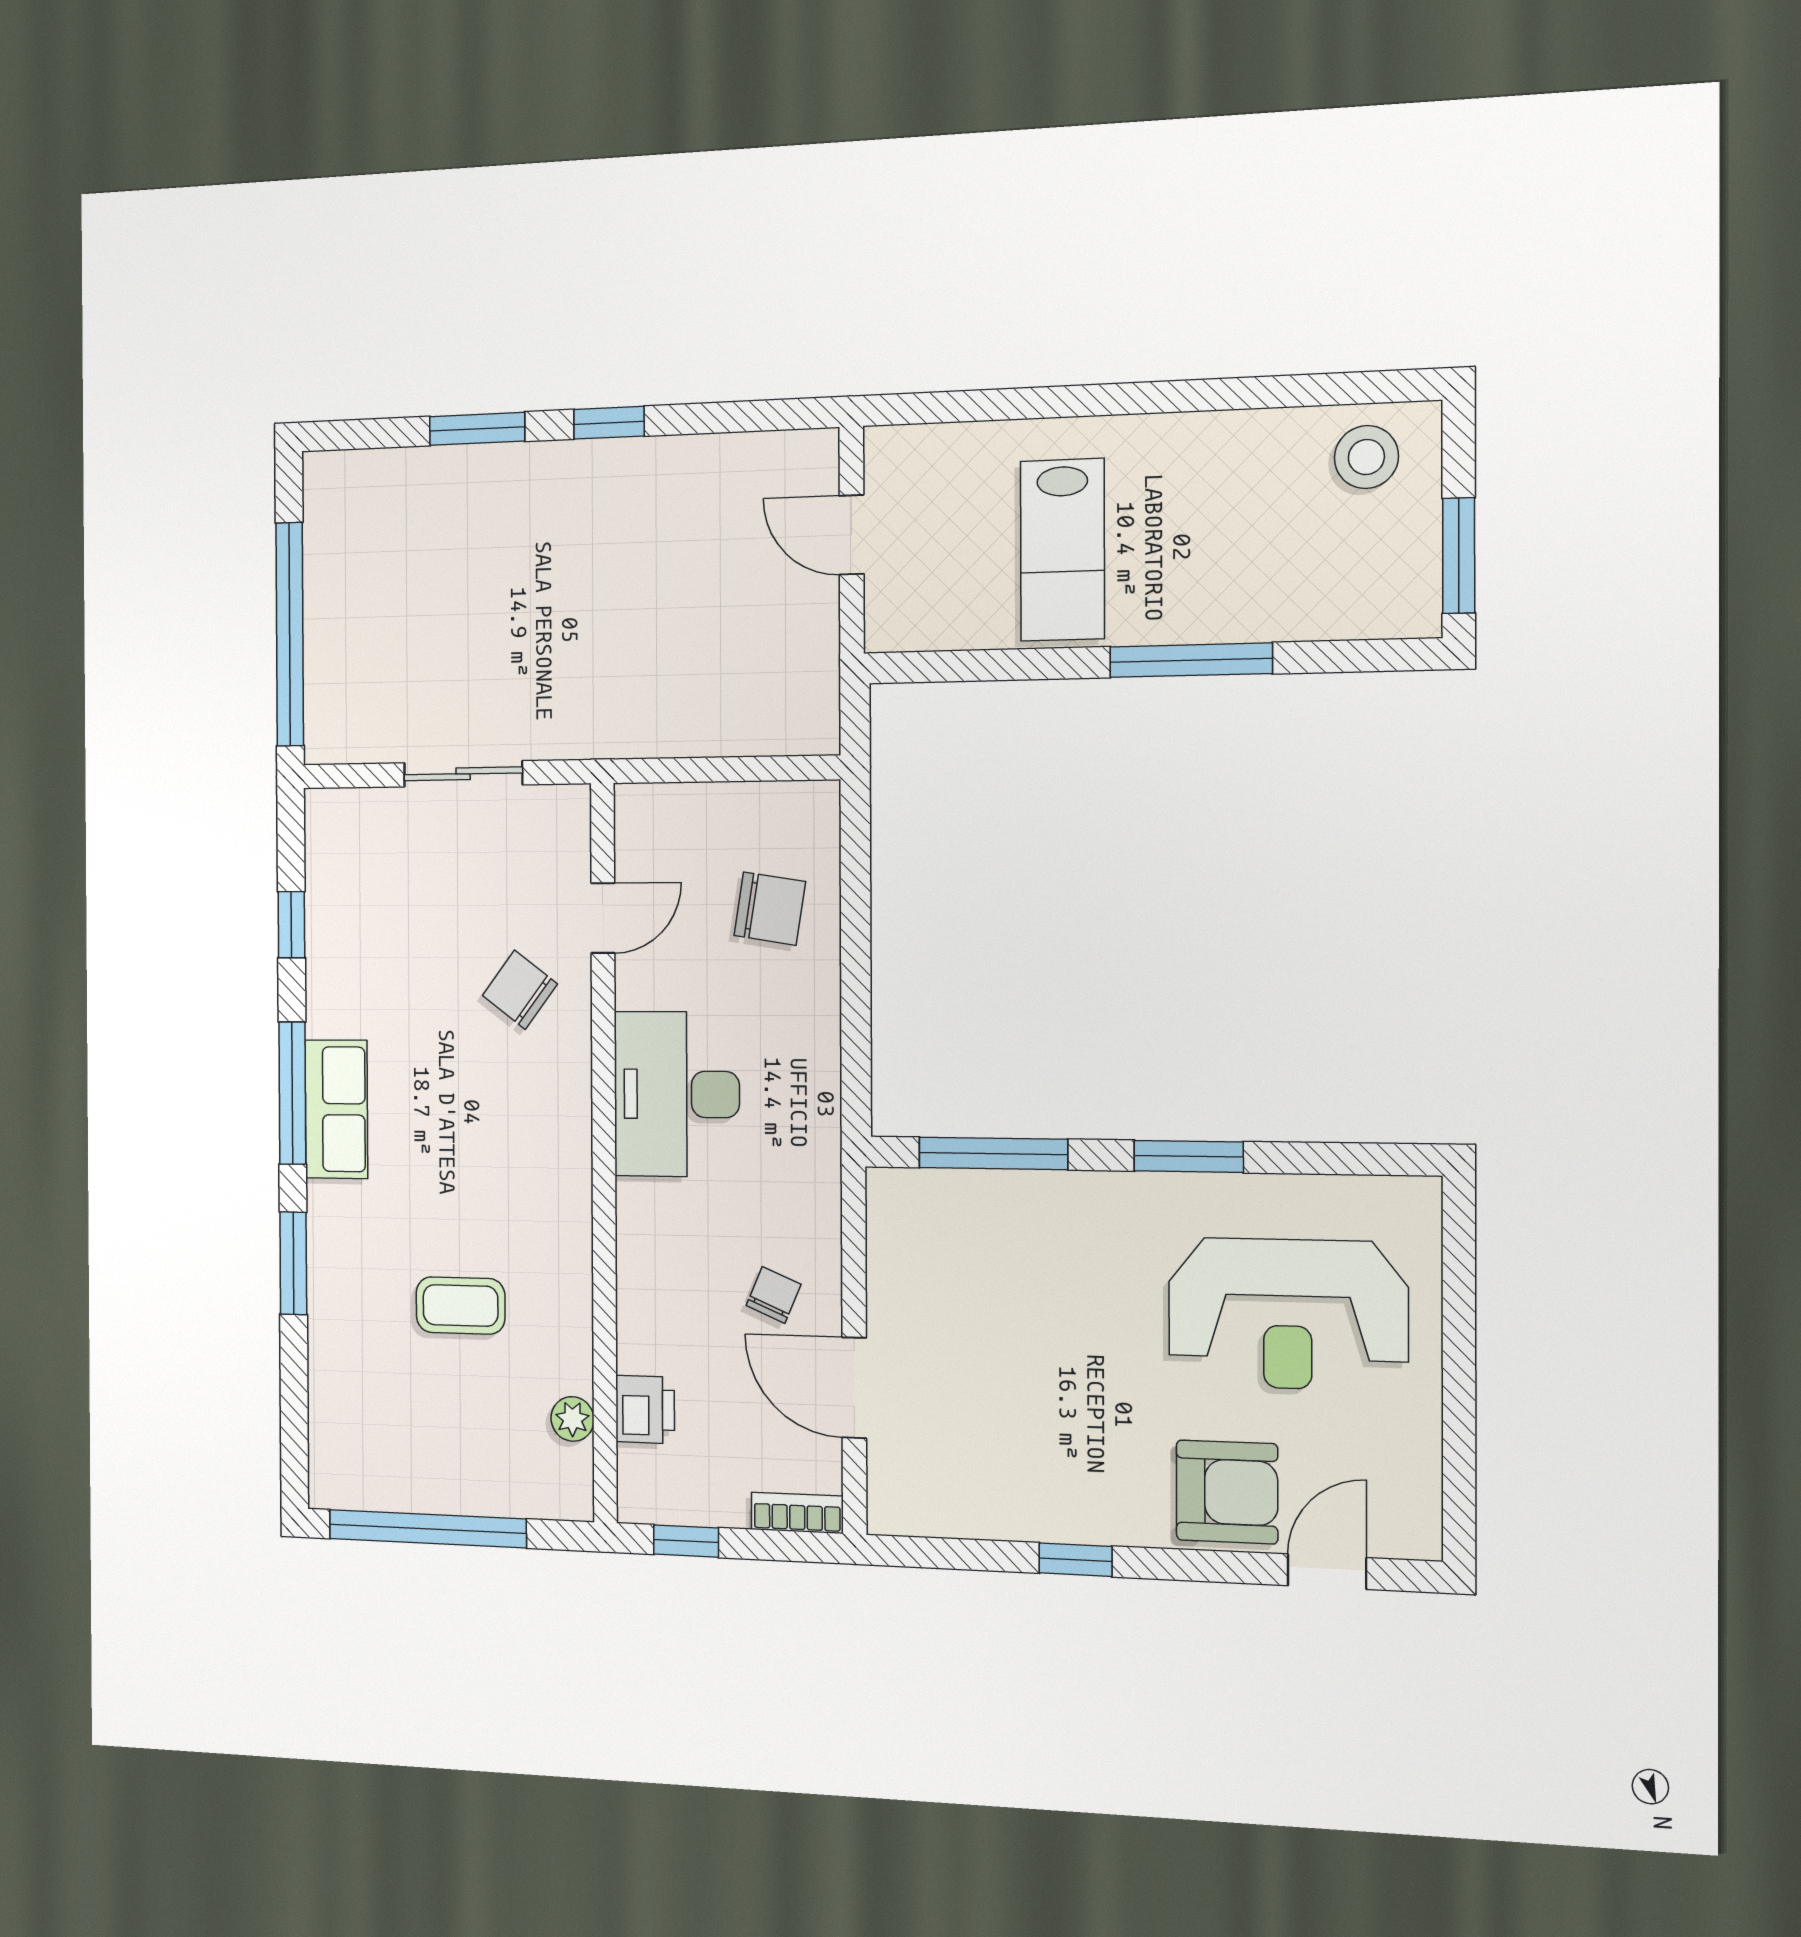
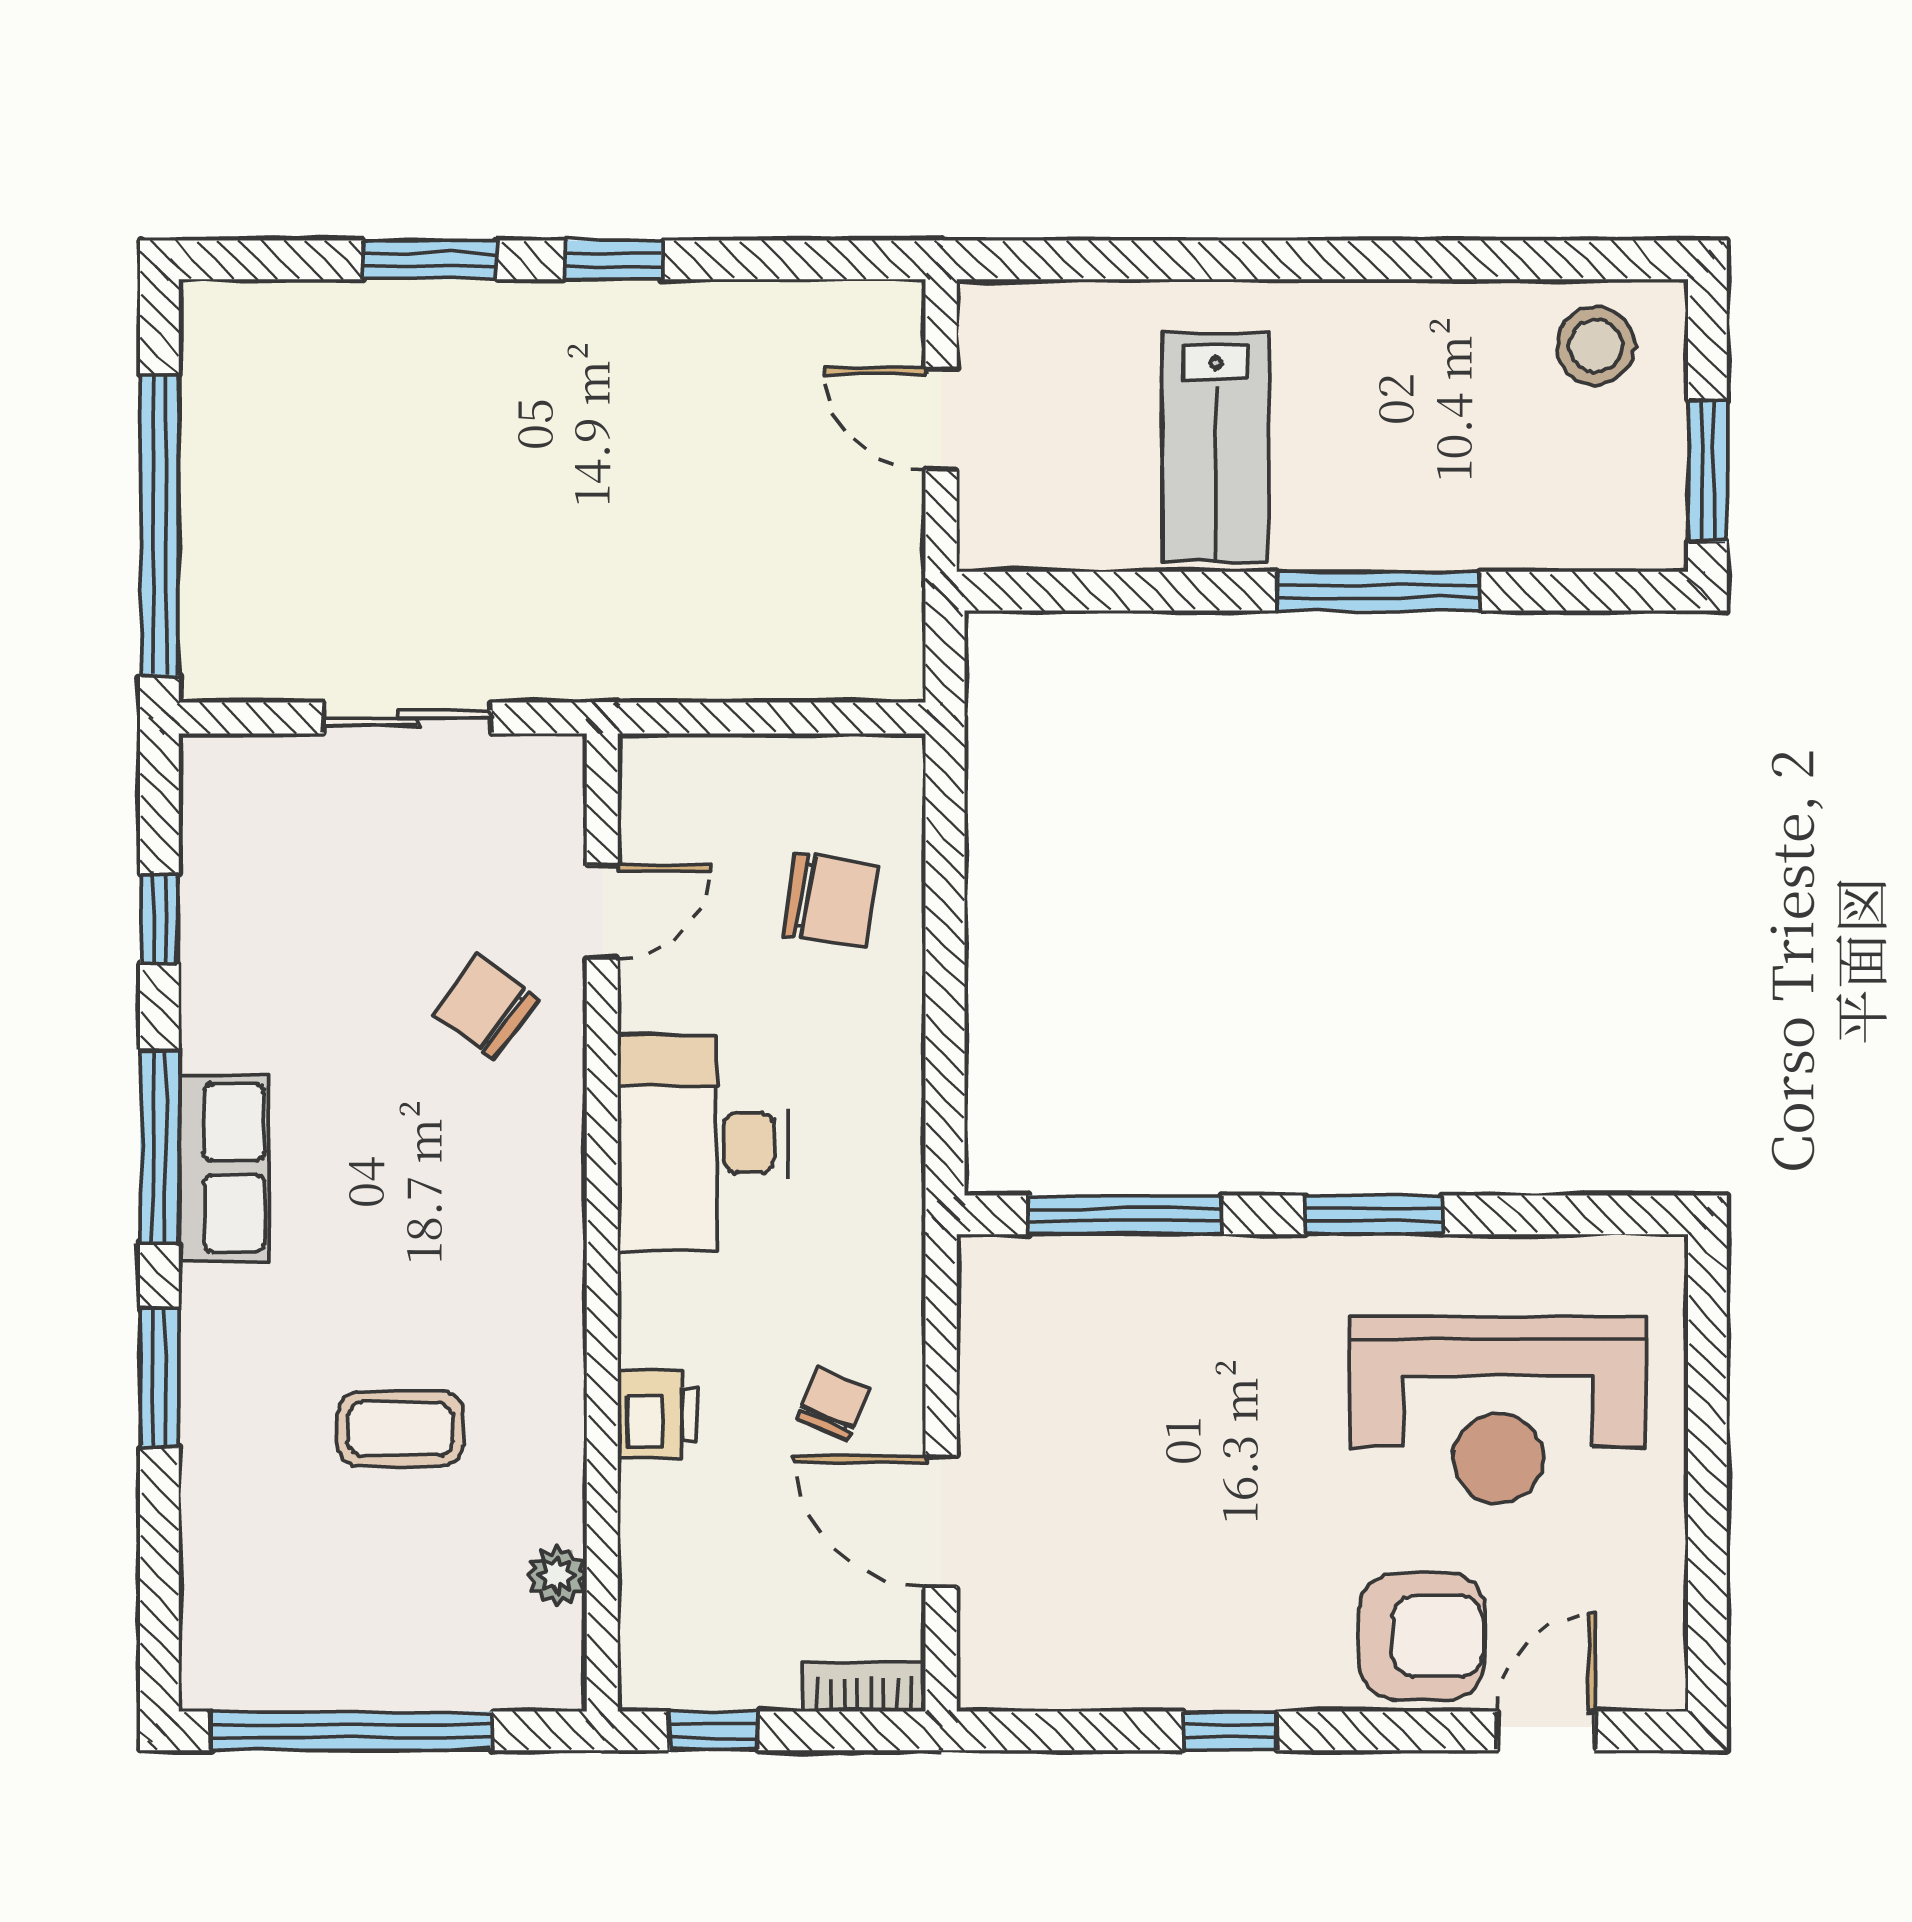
printer: (645, 1409) -> (658, 1414), moved

